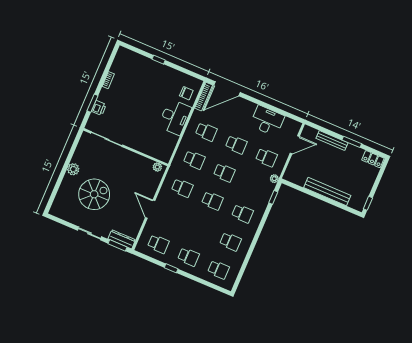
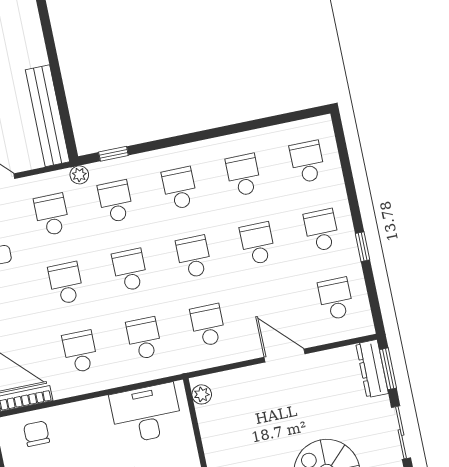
desk: (175, 117) -> (146, 414), moved
school desk: (254, 185) -> (116, 201), added
bench: (327, 192) -> (48, 116), moved
door: (150, 209) -> (285, 356), swing flipped
school desk: (200, 229) -> (258, 243), added

